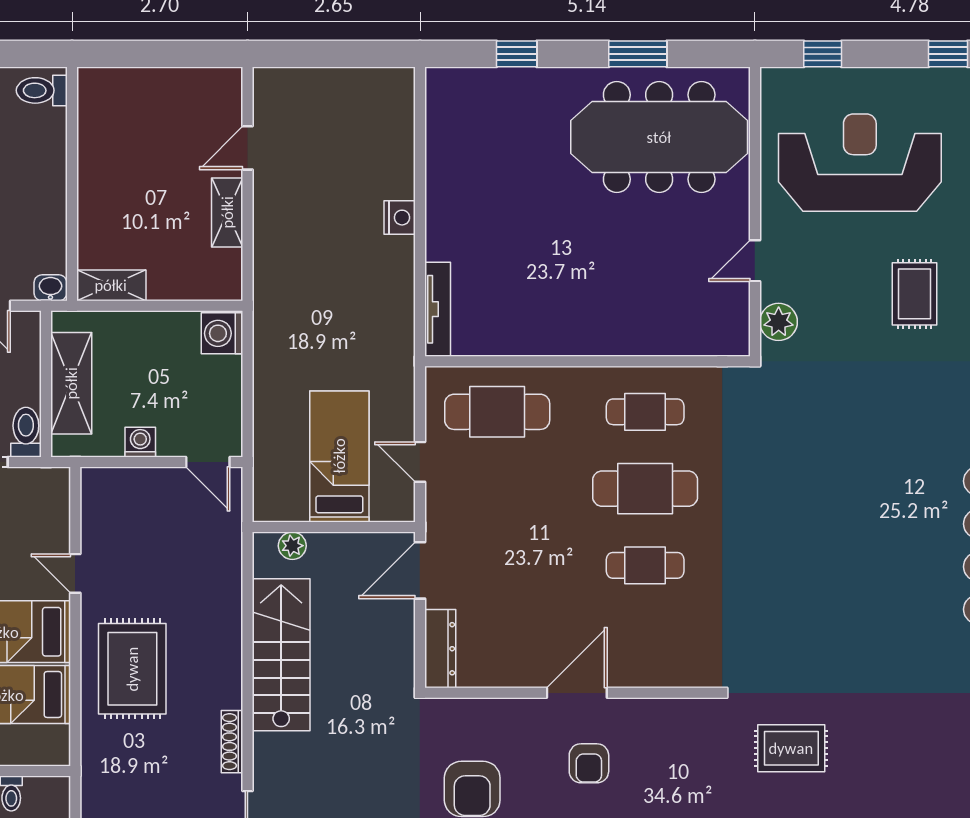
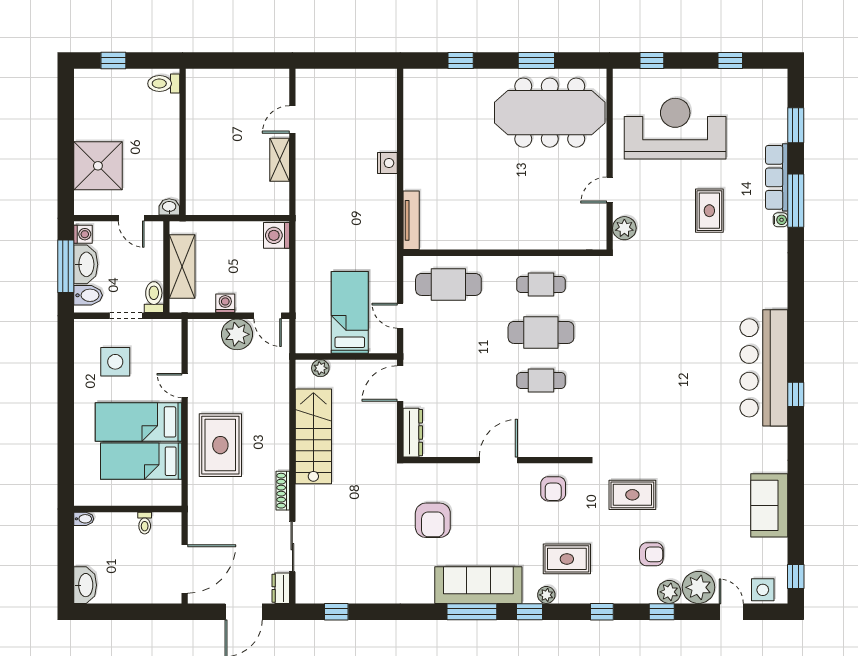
shelving: (111, 285) -> (207, 205), removed
plant: (159, 492) -> (237, 334), added
armchair: (589, 763) -> (553, 489), moved

